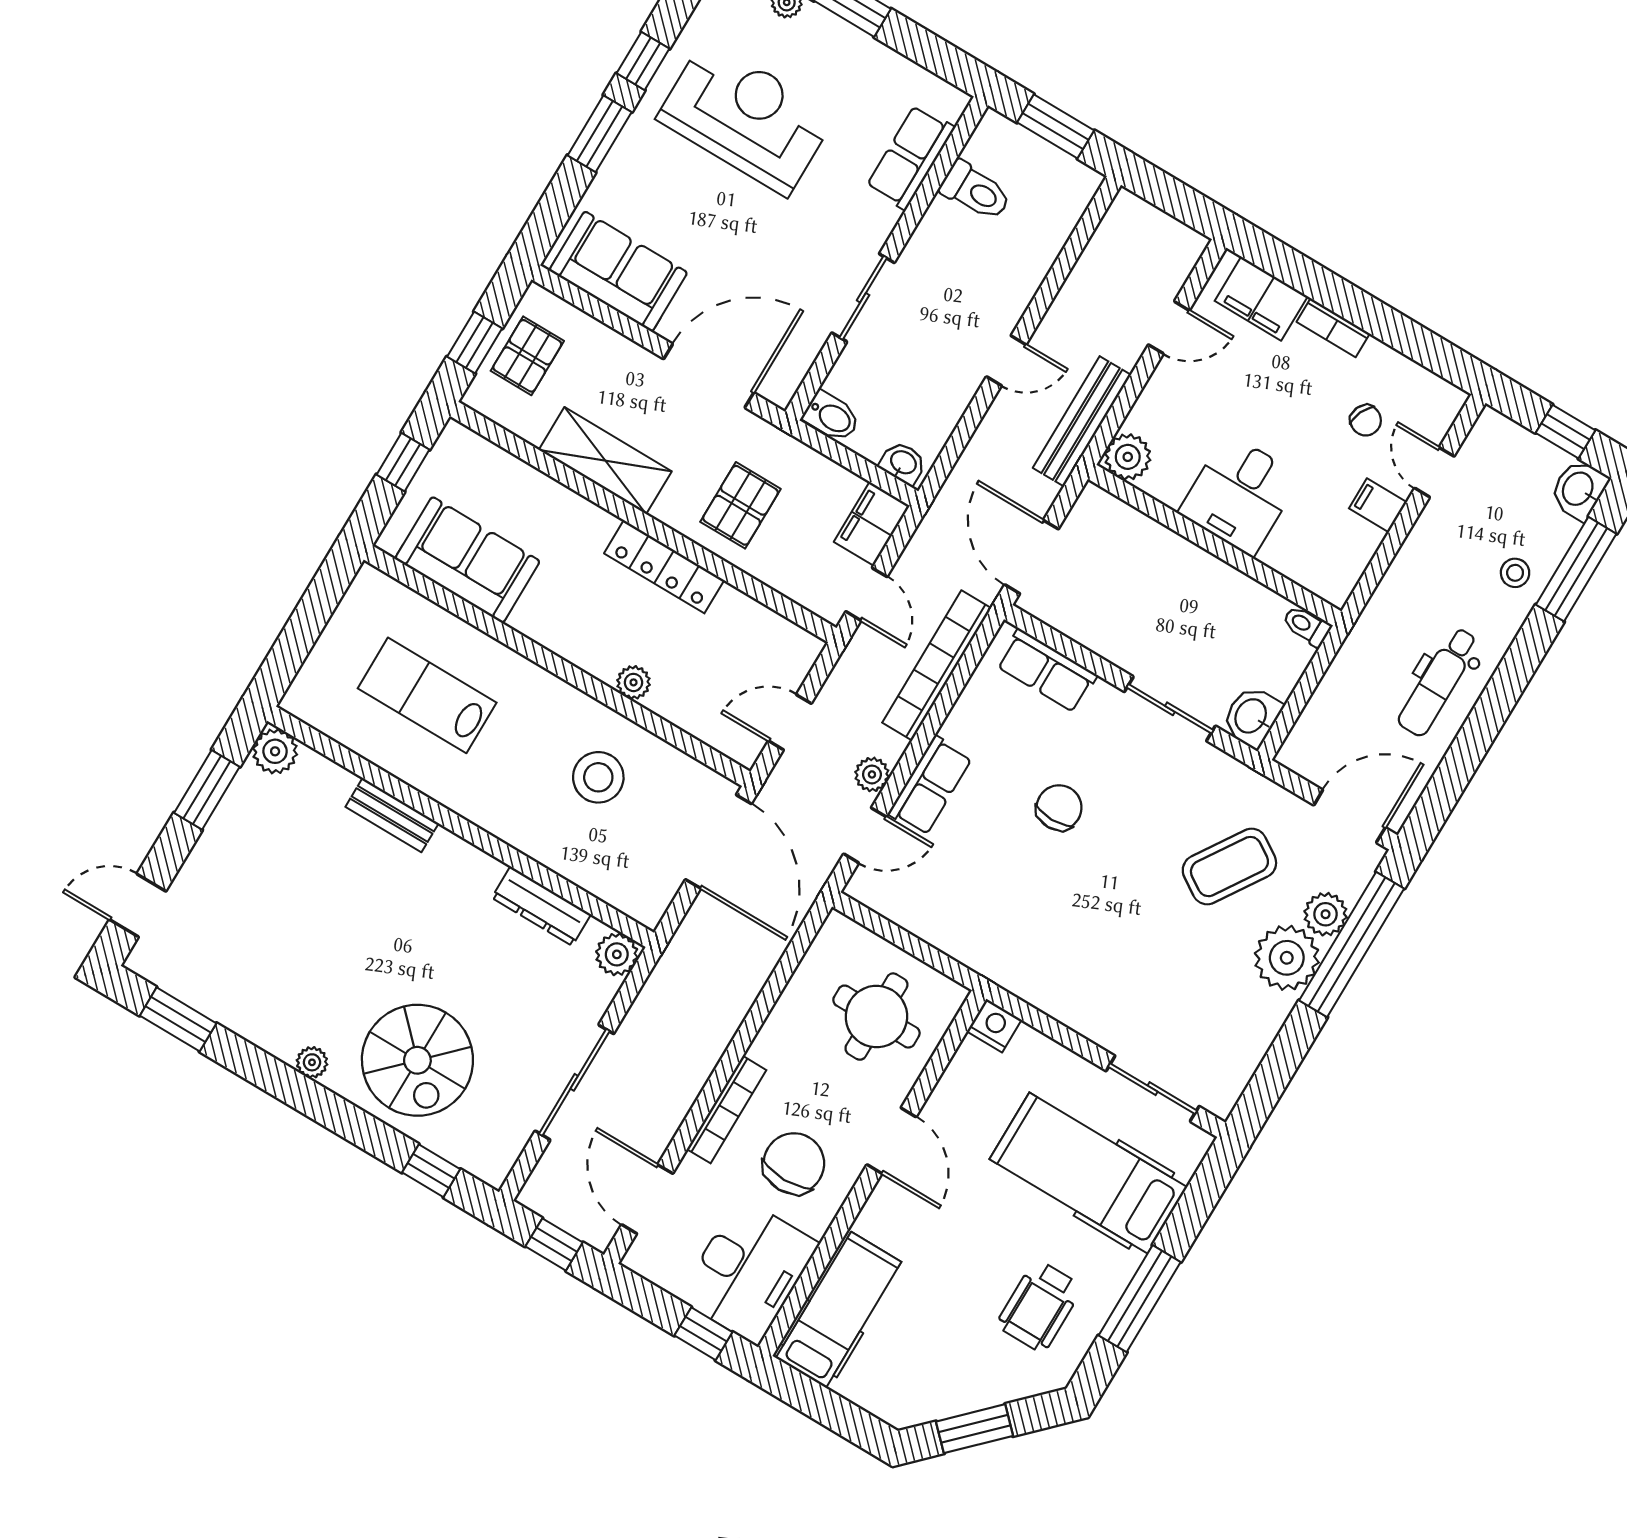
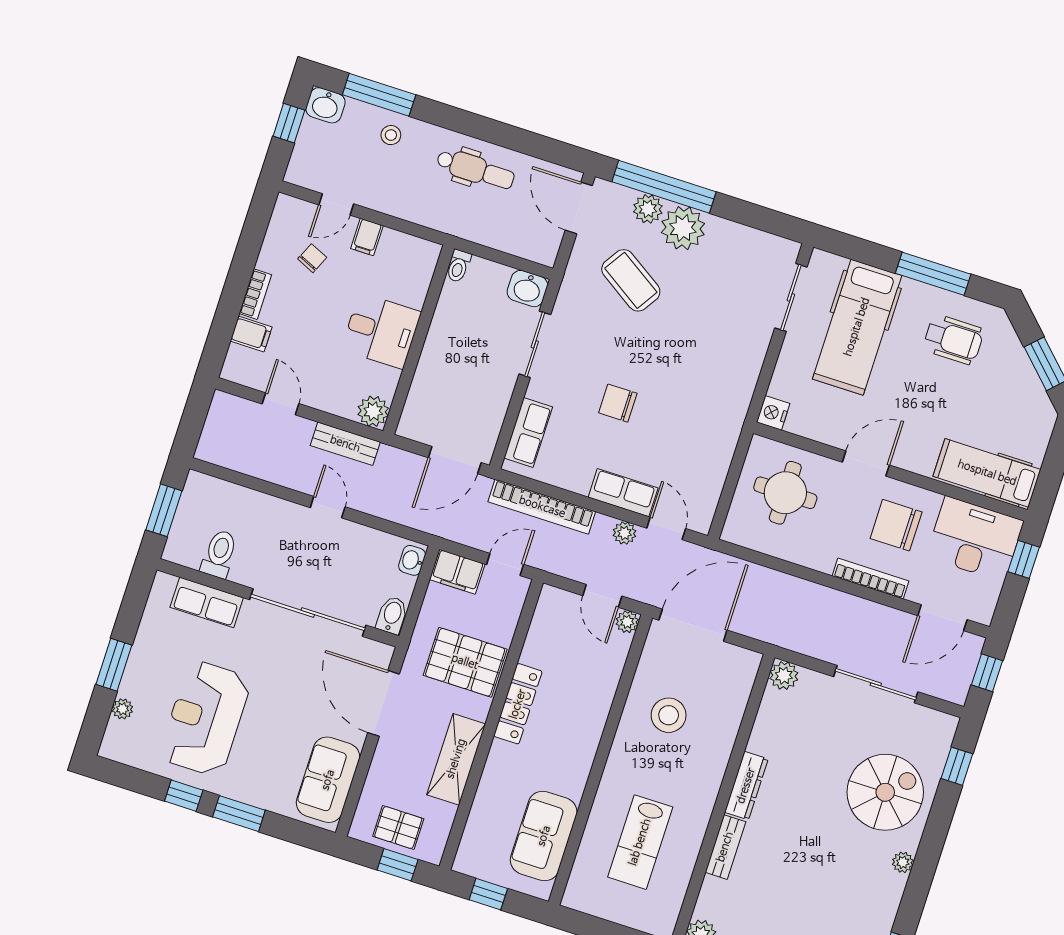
sliding door: (863, 298) -> (308, 612), width x1.86
filing cabinet: (1261, 299) -> (251, 334), width x0.50
bench: (1082, 421) -> (345, 444), width x0.73
pallet: (740, 505) -> (465, 662), width x1.50, depth x1.42
plant: (634, 682) -> (627, 622), moved
dresser: (541, 906) -> (746, 786), moved

